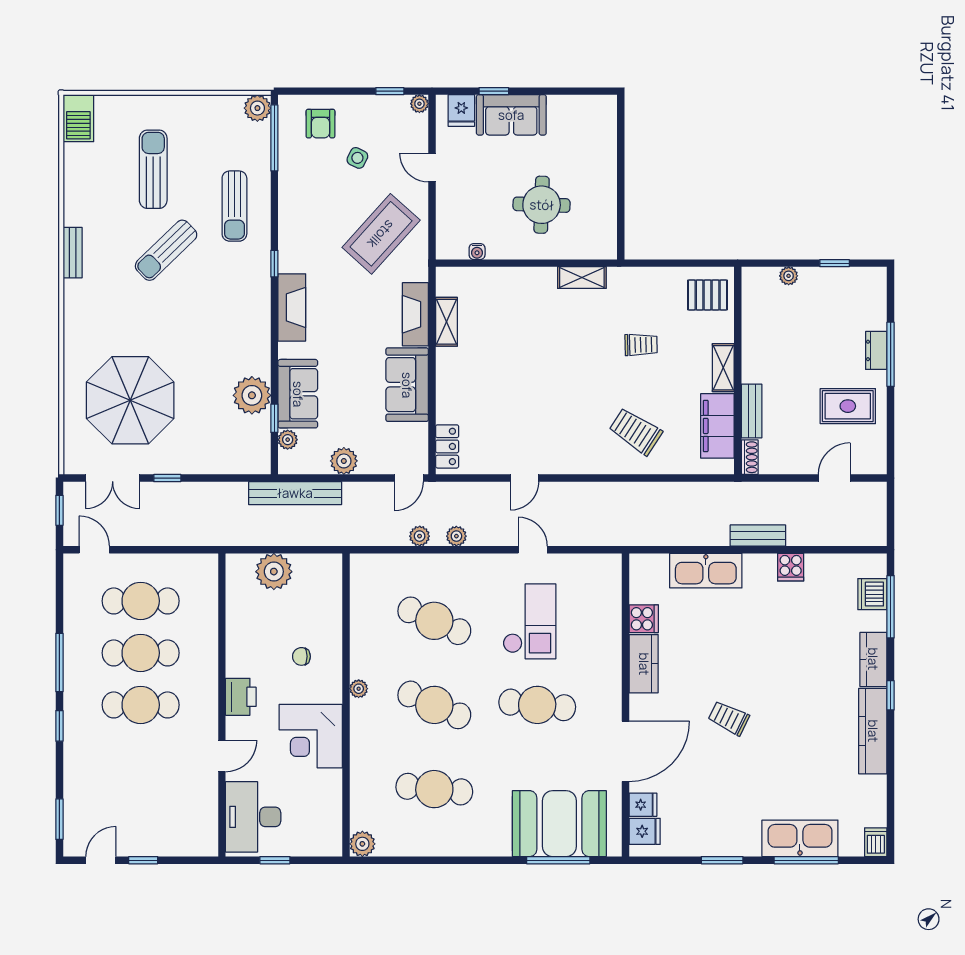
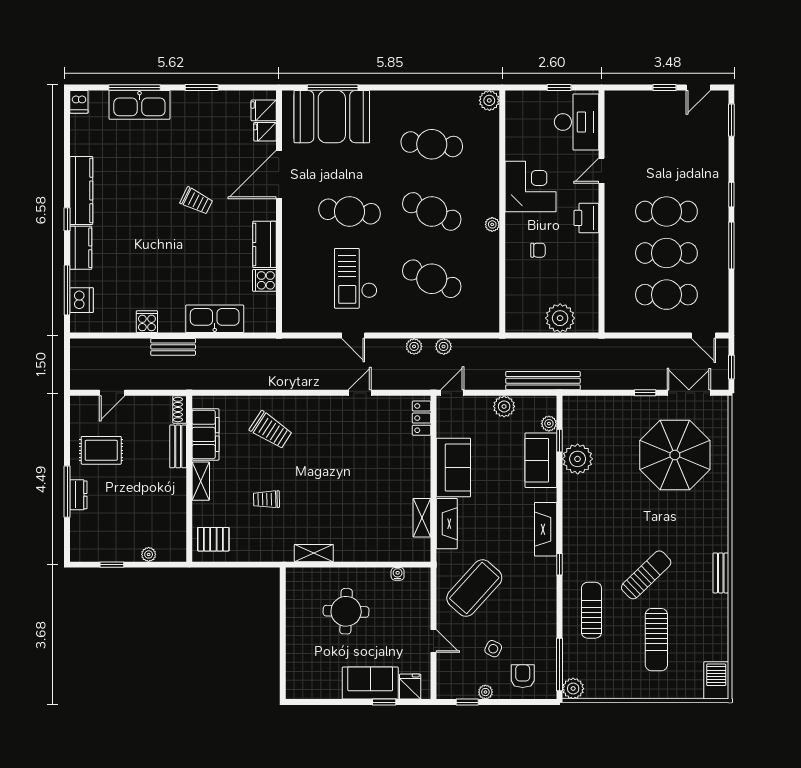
plant: (419, 104) -> (485, 692), moved

